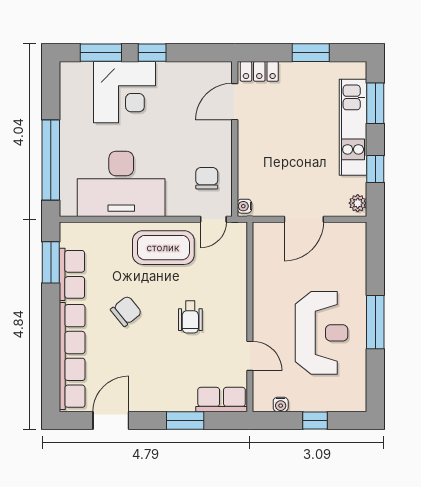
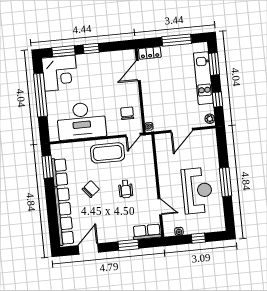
window: (311, 53) -> (177, 40), width x1.44
corner desk: (124, 92) -> (60, 73), moved
window: (51, 160) -> (41, 95), moved

